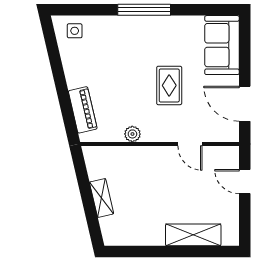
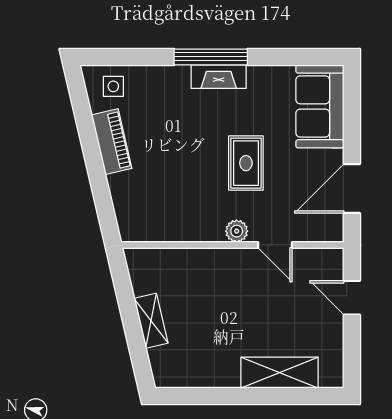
fireplace: (150, 24) -> (219, 77), added
door: (245, 104) -> (352, 189), hinge flipped
piano: (83, 110) -> (112, 142), moved
plant: (132, 134) -> (237, 231), moved

